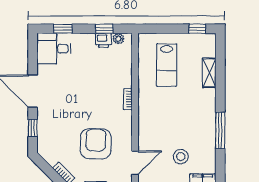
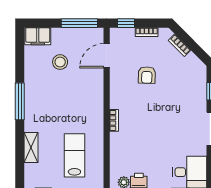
window: (220, 130) -> (20, 101), moved
armchair: (96, 144) -> (147, 75), width x0.53, depth x0.53

